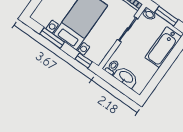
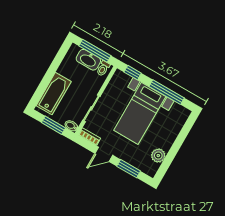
window: (52, 38) -> (167, 92), width x1.44
window: (119, 85) -> (95, 51), added

